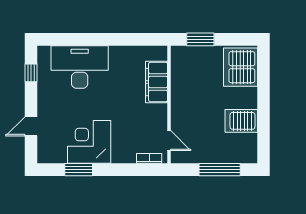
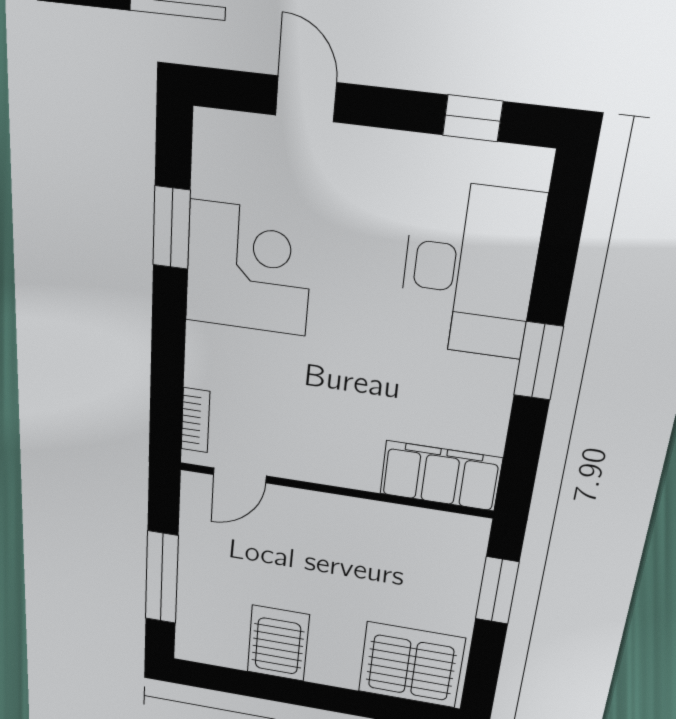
window: (108, 39) -> (538, 361), added
filing cabinet: (157, 82) -> (441, 476), moved

